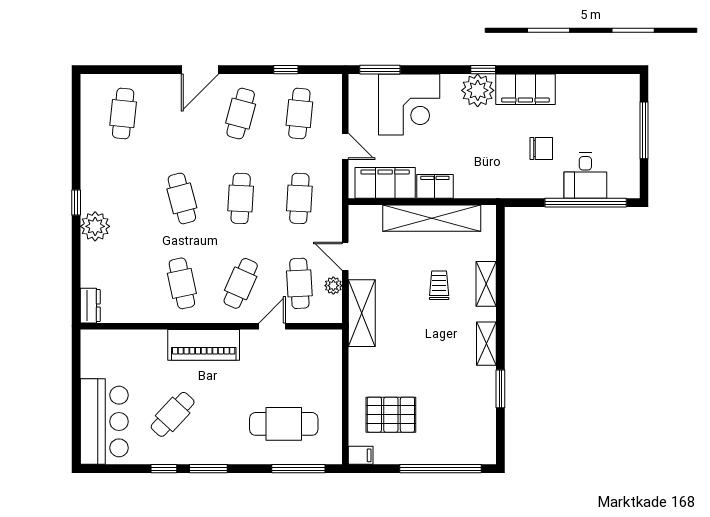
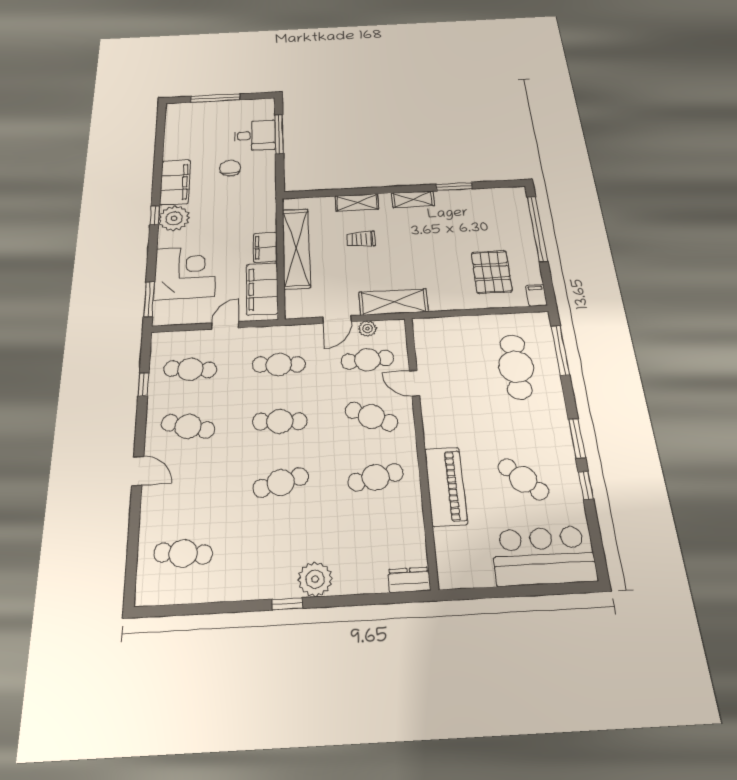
door: (200, 70) -> (138, 471), width x0.73
window: (586, 203) -> (279, 134), width x0.68
piano: (204, 345) -> (446, 486), moved

